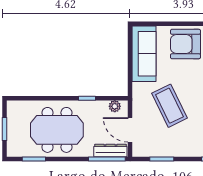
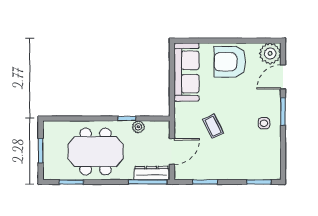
plant: (115, 106) -> (138, 127), moved
coffee table: (169, 106) -> (213, 126), width x0.54, depth x0.58
door: (130, 130) -> (172, 151), swing flipped

